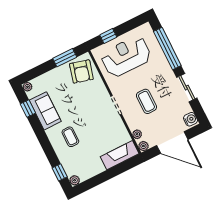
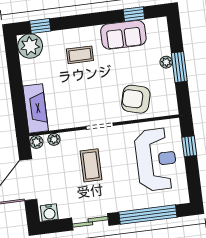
window: (65, 58) -> (179, 67), moved
armchair: (81, 71) -> (136, 99), moved
plant: (27, 87) -> (166, 62), moved
coffee table: (146, 101) -> (91, 165), turned 90
plant: (75, 180) -> (30, 46), width x1.87, depth x1.87

